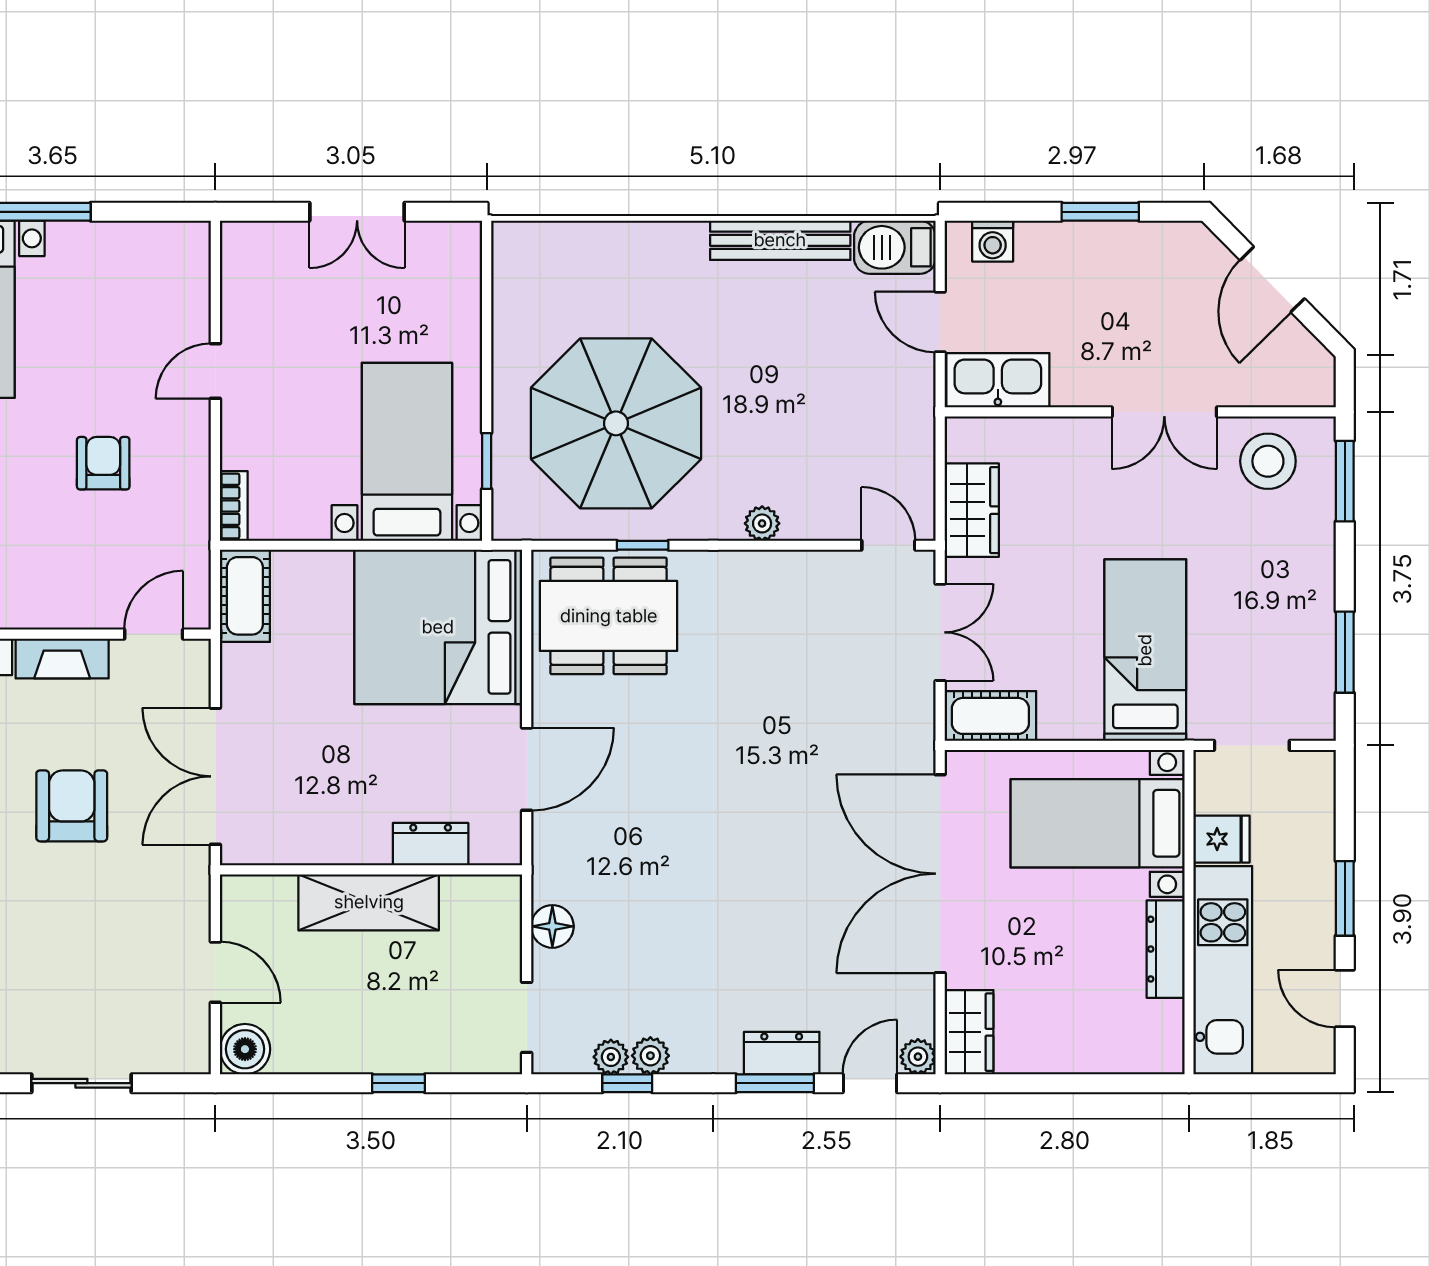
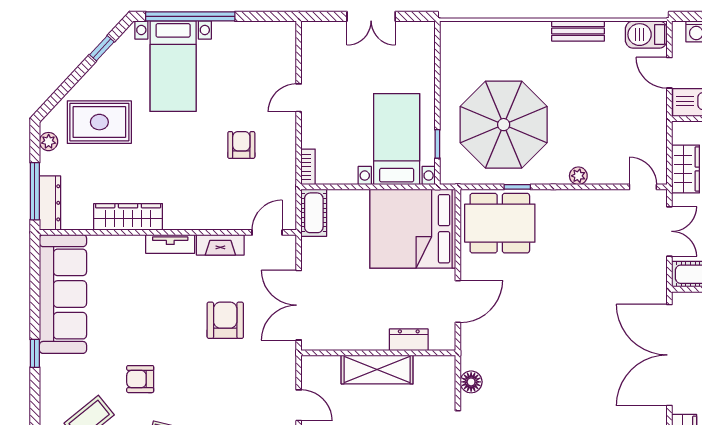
bench: (780, 240) -> (578, 31), width x0.73

